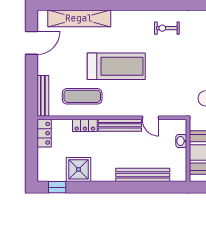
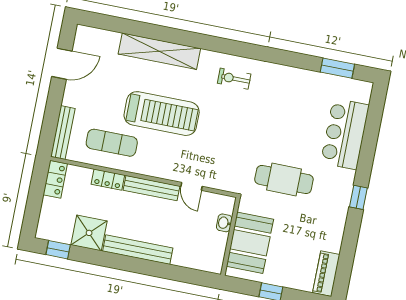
shelving: (79, 18) -> (159, 51), moved
bench: (143, 175) -> (138, 250), moved

